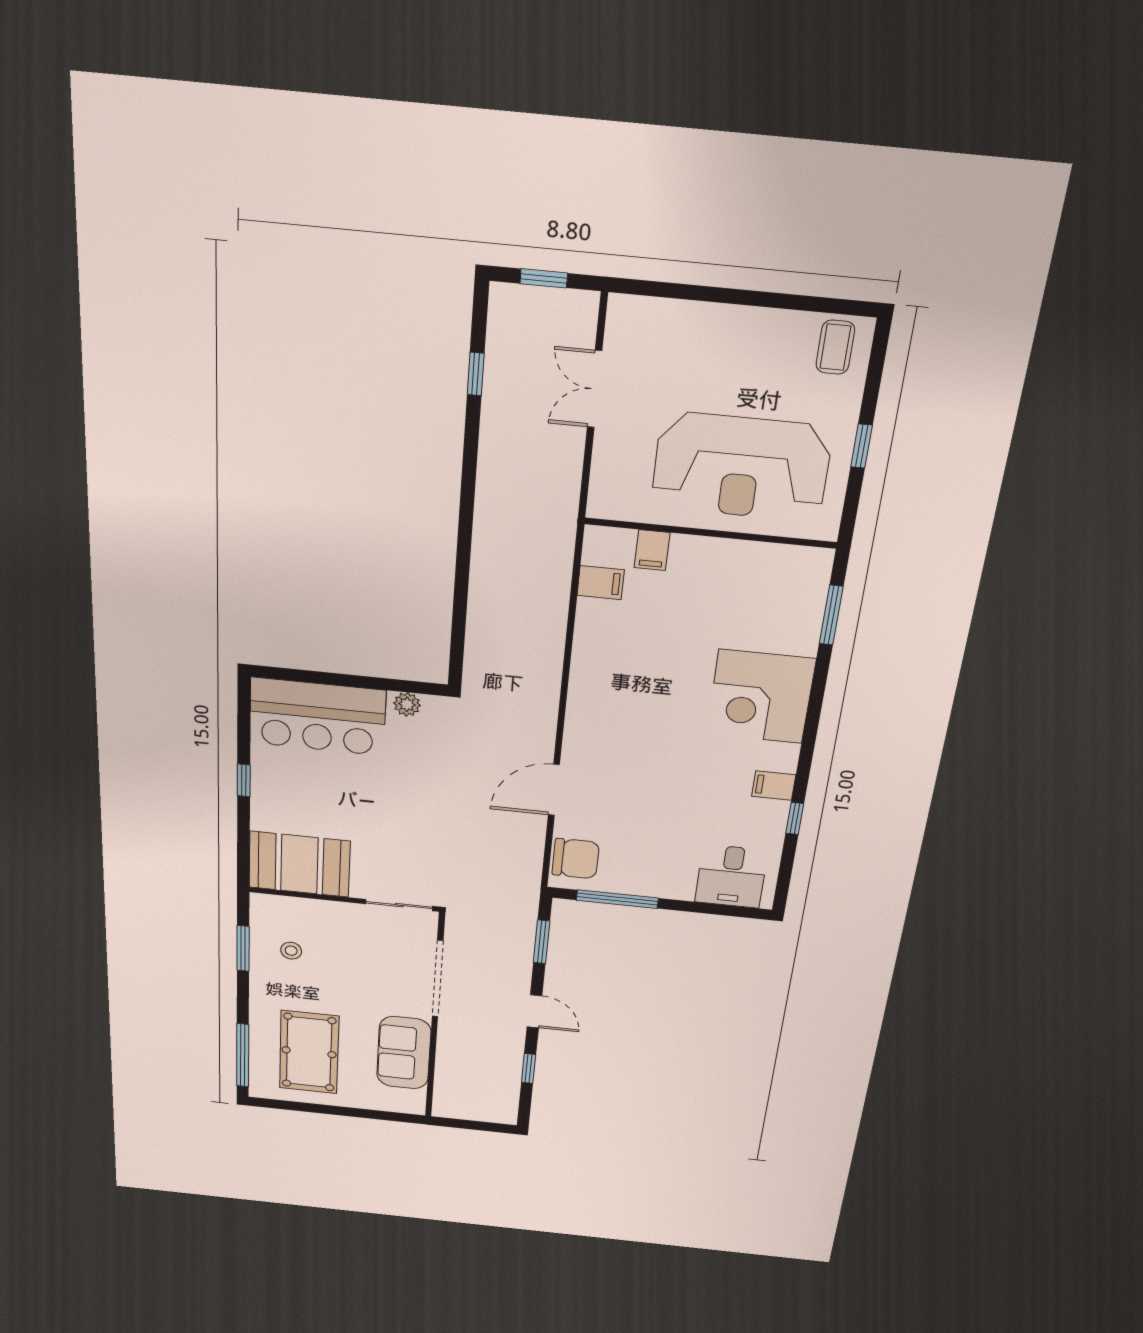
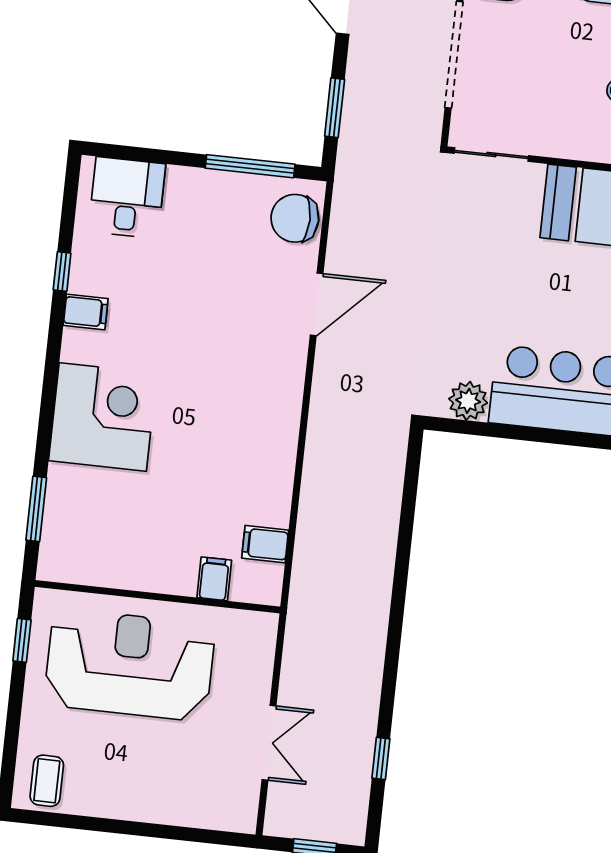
window: (862, 446) -> (22, 640), moved
plant: (407, 704) -> (468, 401), width x1.38, depth x1.38

